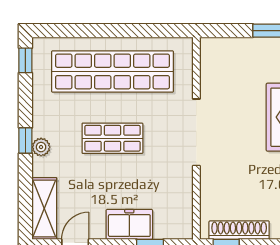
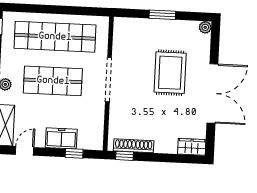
shop shelf: (112, 138) -> (53, 81), width x1.43, depth x1.36

